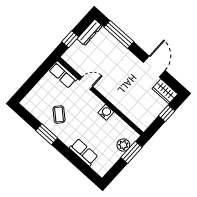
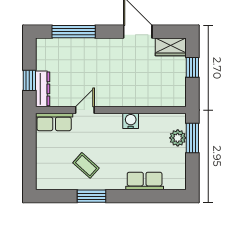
dresser: (90, 32) -> (43, 89), moved

